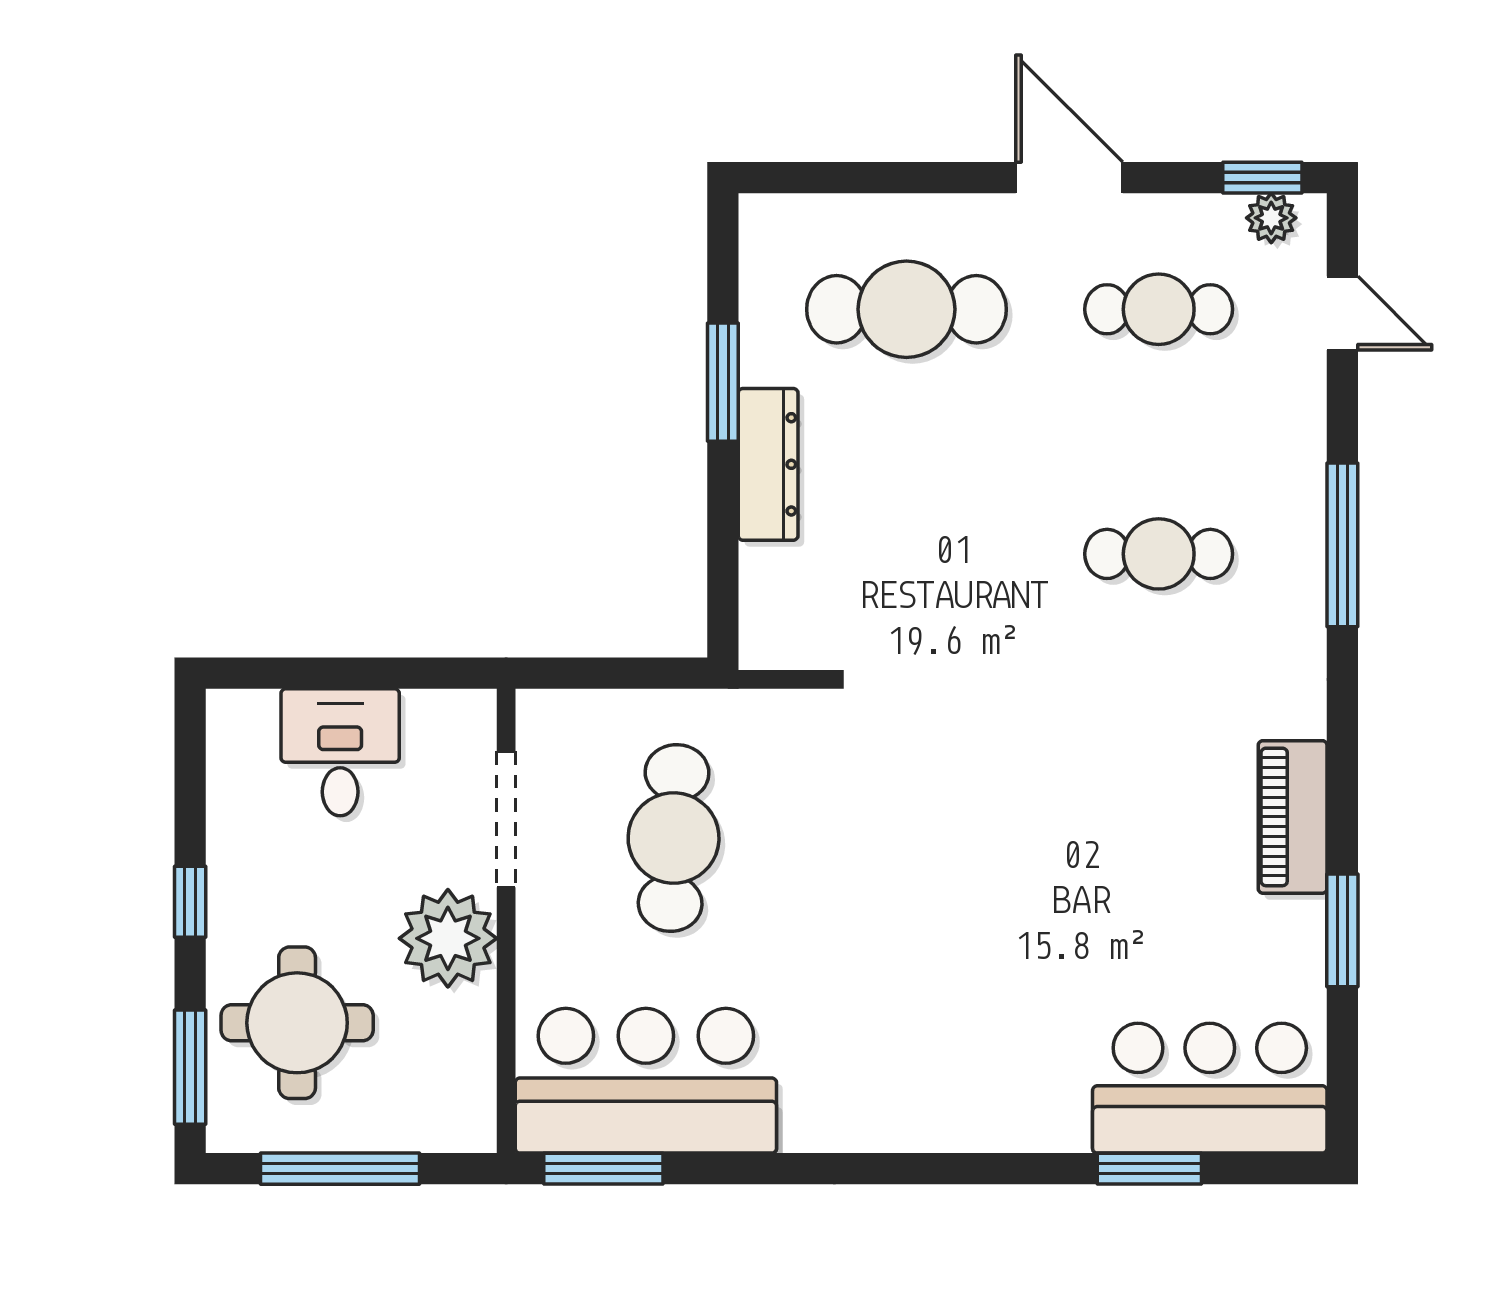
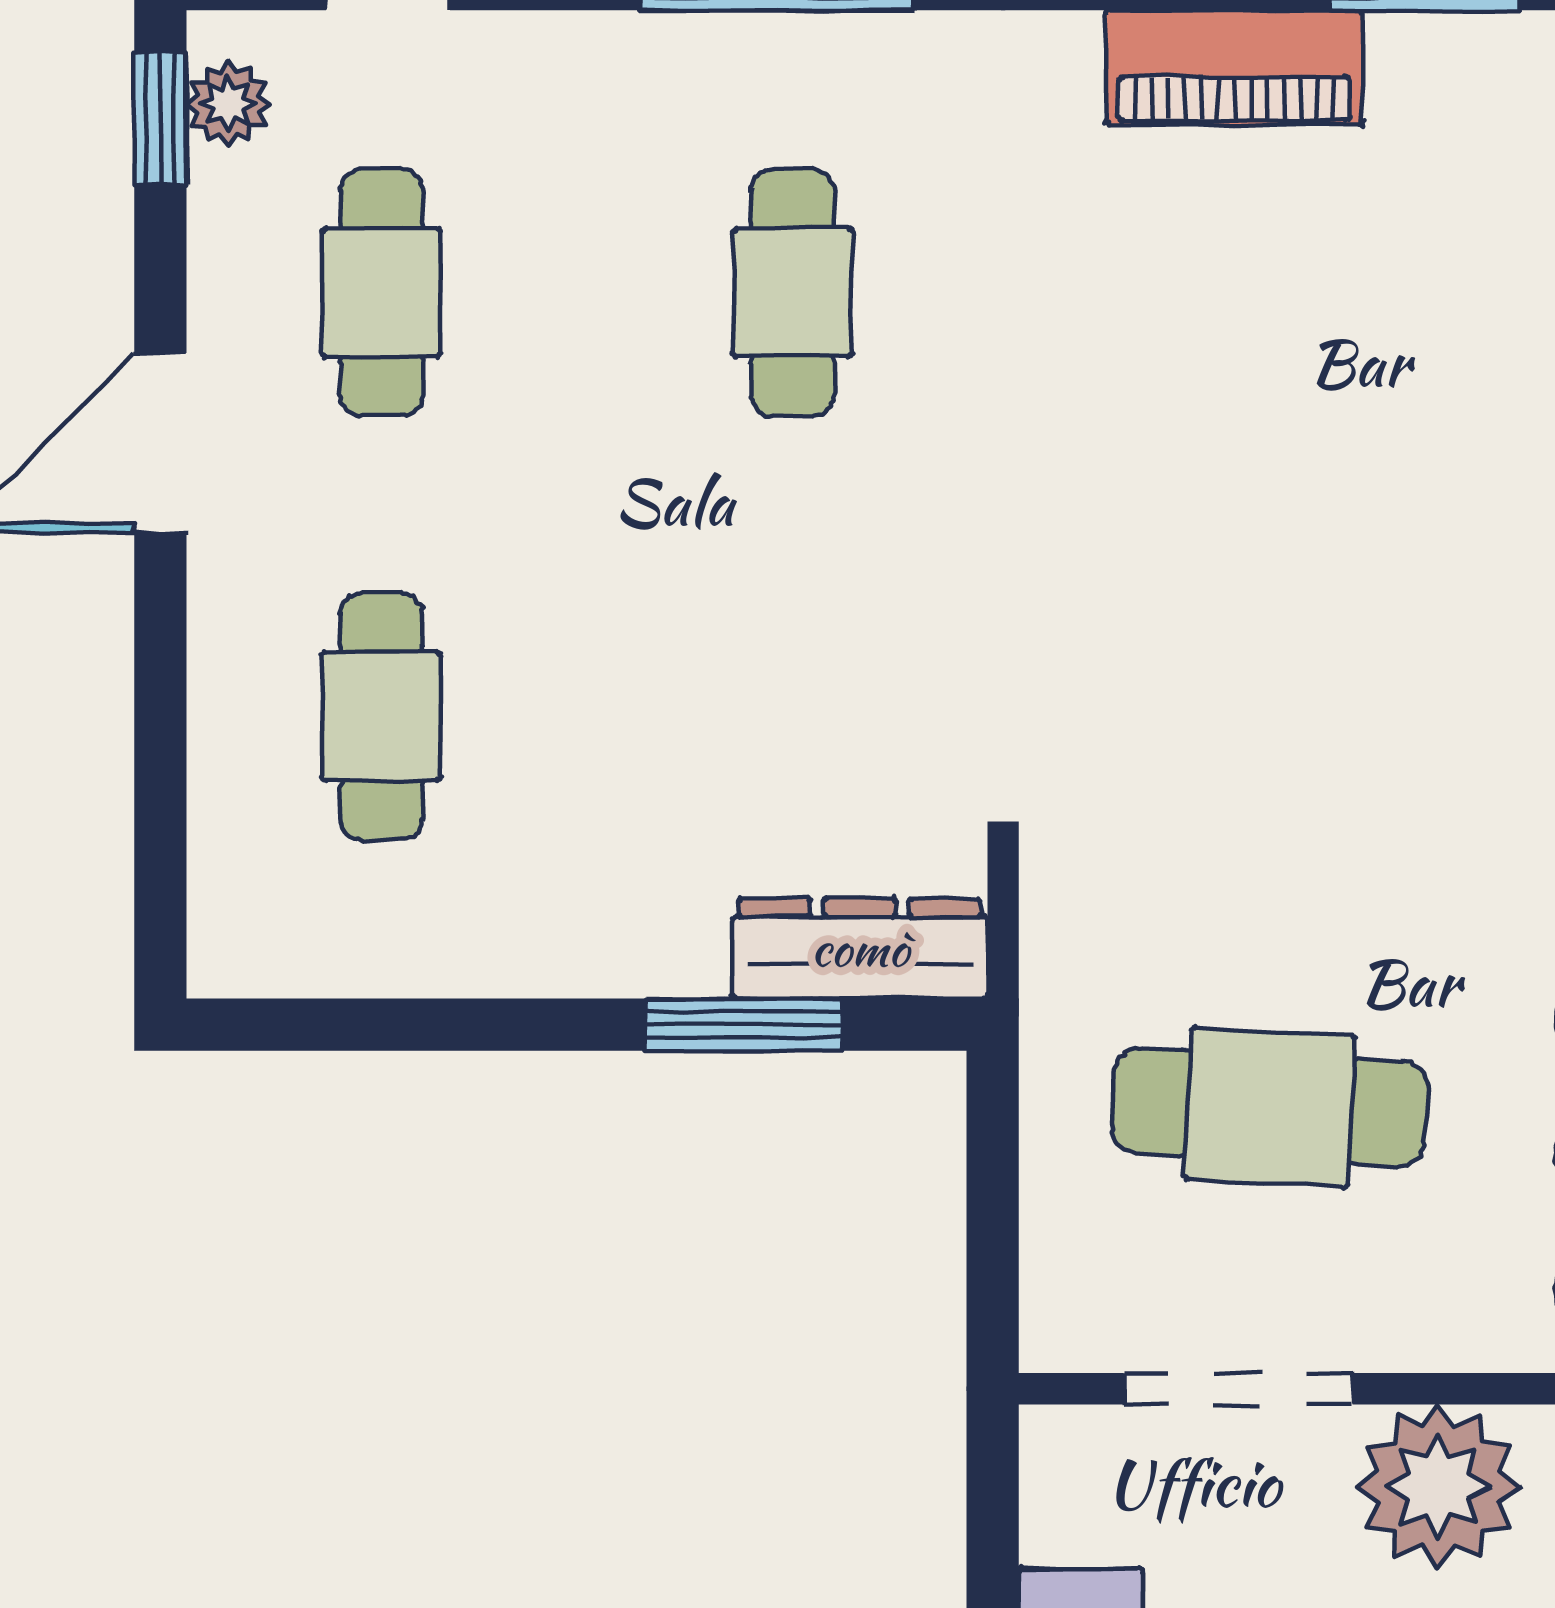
cafe table: (906, 309) -> (382, 716), width x0.73, depth x0.74
window: (723, 382) -> (743, 1025), moved
dresser: (768, 464) -> (860, 949), moved

